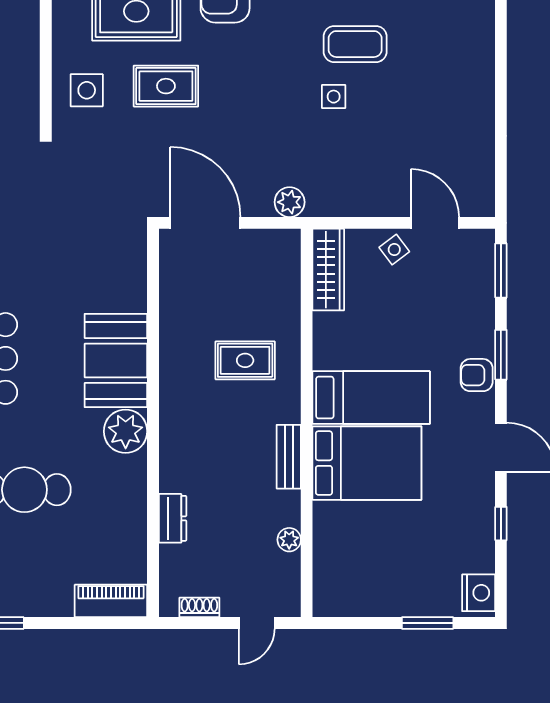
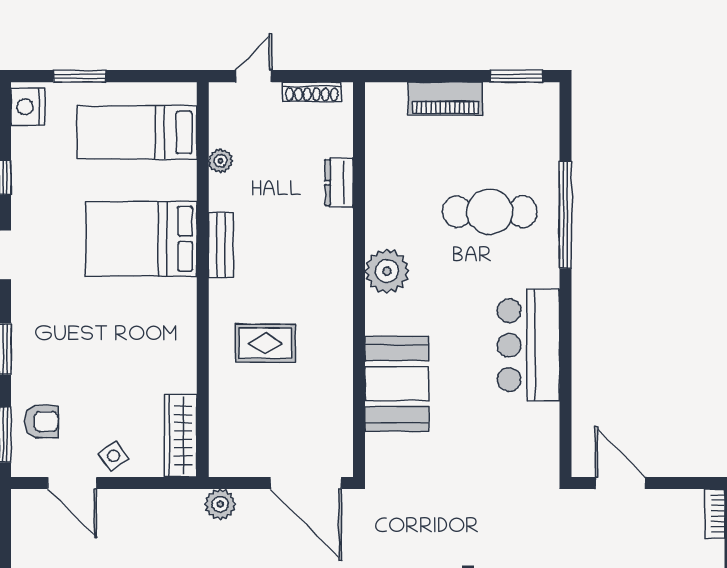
booth: (116, 361) -> (397, 384), moved
armchair: (477, 375) -> (41, 422), moved
bed: (371, 398) -> (137, 132), moved
piano: (111, 601) -> (445, 99), moved
shoe rack: (199, 607) -> (312, 92), width x1.43

